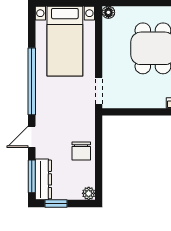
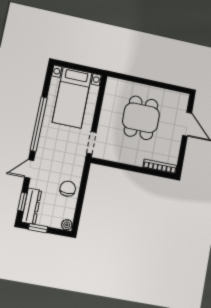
floor lamp: (108, 12) -> (111, 82), removed
chair: (81, 151) -> (68, 189), turned 180
window: (32, 176) -> (22, 202), width x0.67

